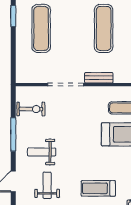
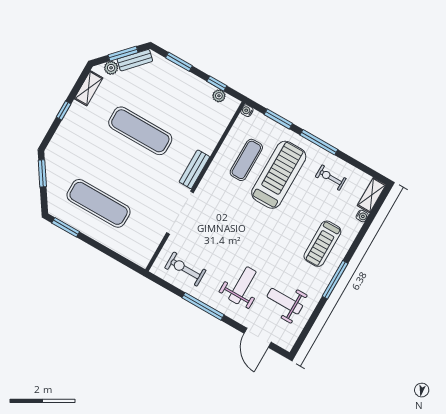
exercise bike: (31, 109) -> (185, 269), turned -90
weight bench: (42, 152) -> (242, 285), turned 180

